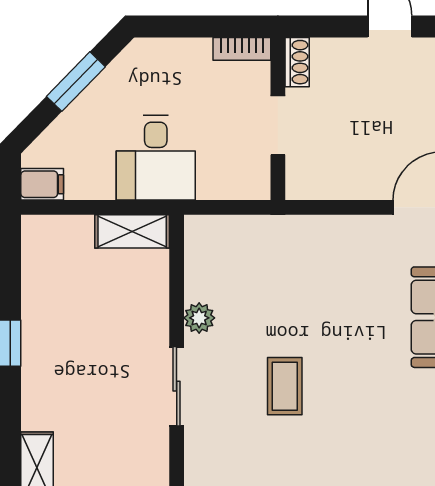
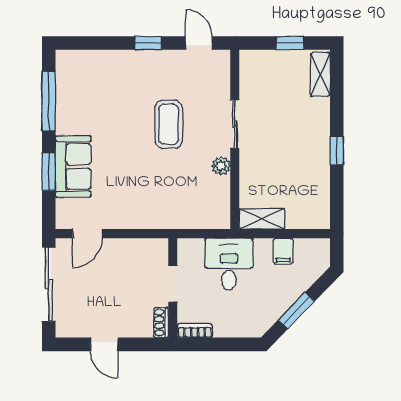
desk: (156, 158) -> (229, 264), moved
filing cabinet: (42, 184) -> (283, 251), moved, turned -90
coffee table: (285, 386) -> (169, 124), width x1.36, depth x1.30

